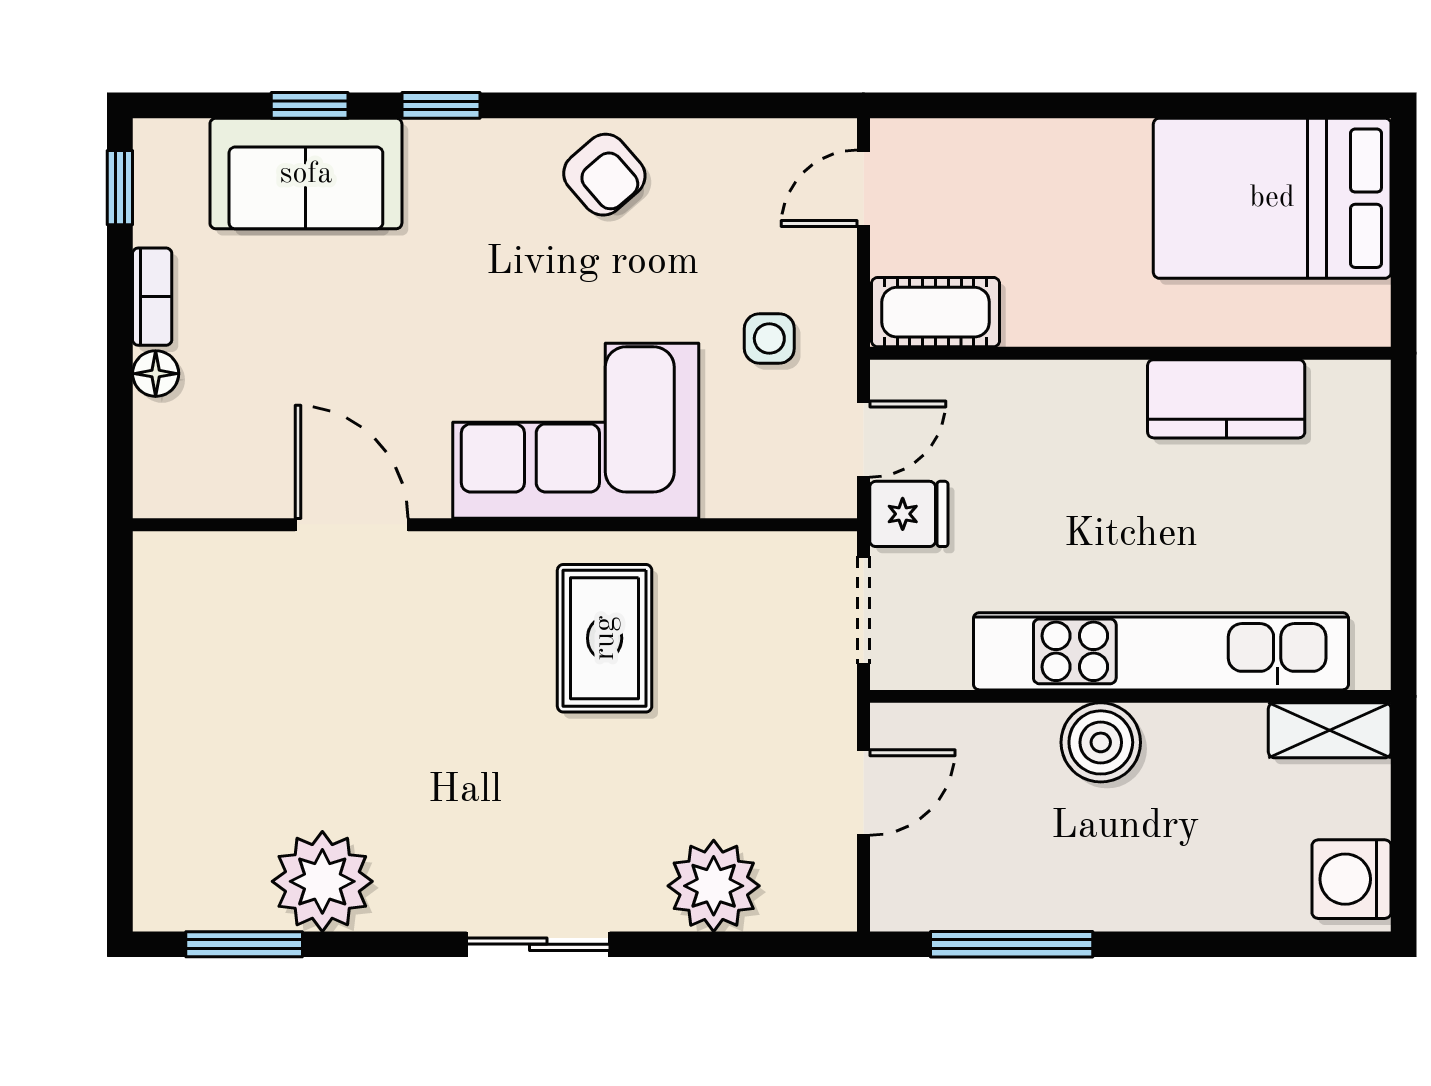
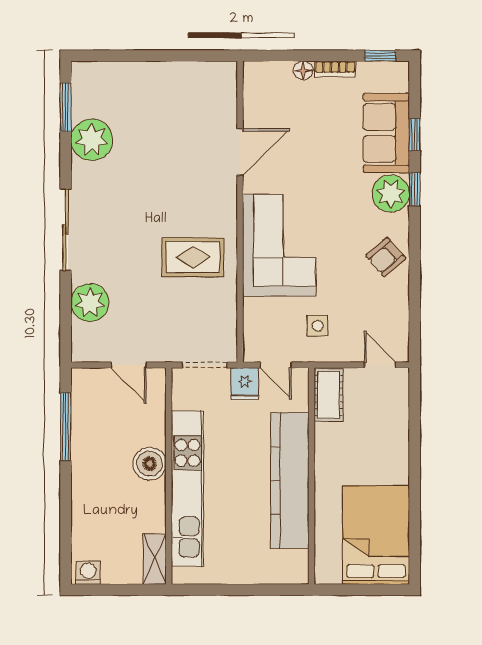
plant: (452, 163) -> (391, 194), added
kitchen counter: (1226, 399) -> (290, 481), width x2.08, depth x1.17
washing machine: (1352, 879) -> (88, 573), width x0.73, depth x0.73
sliding door: (538, 944) -> (66, 230), width x1.37

